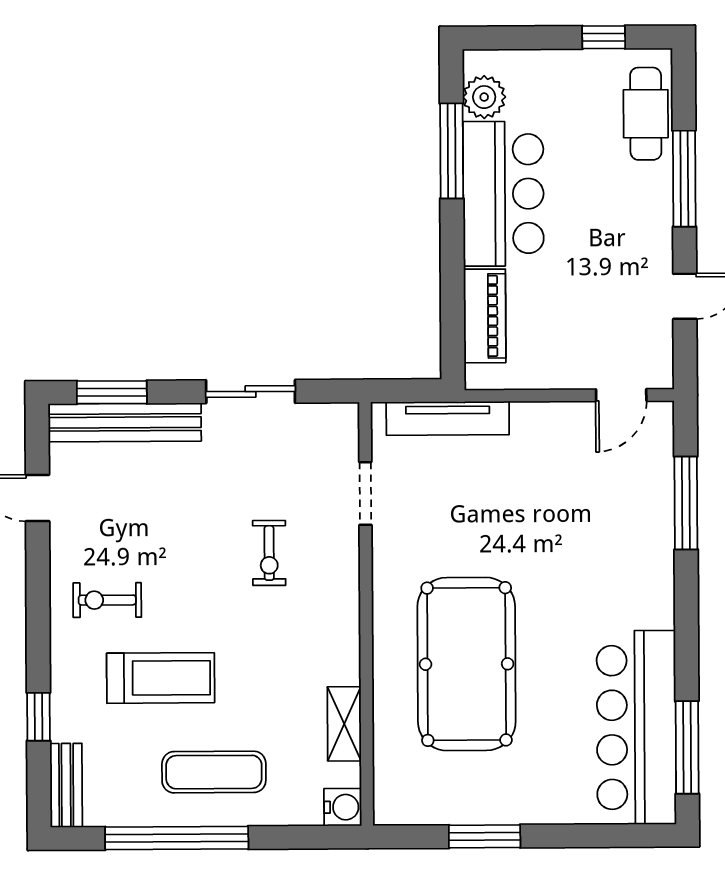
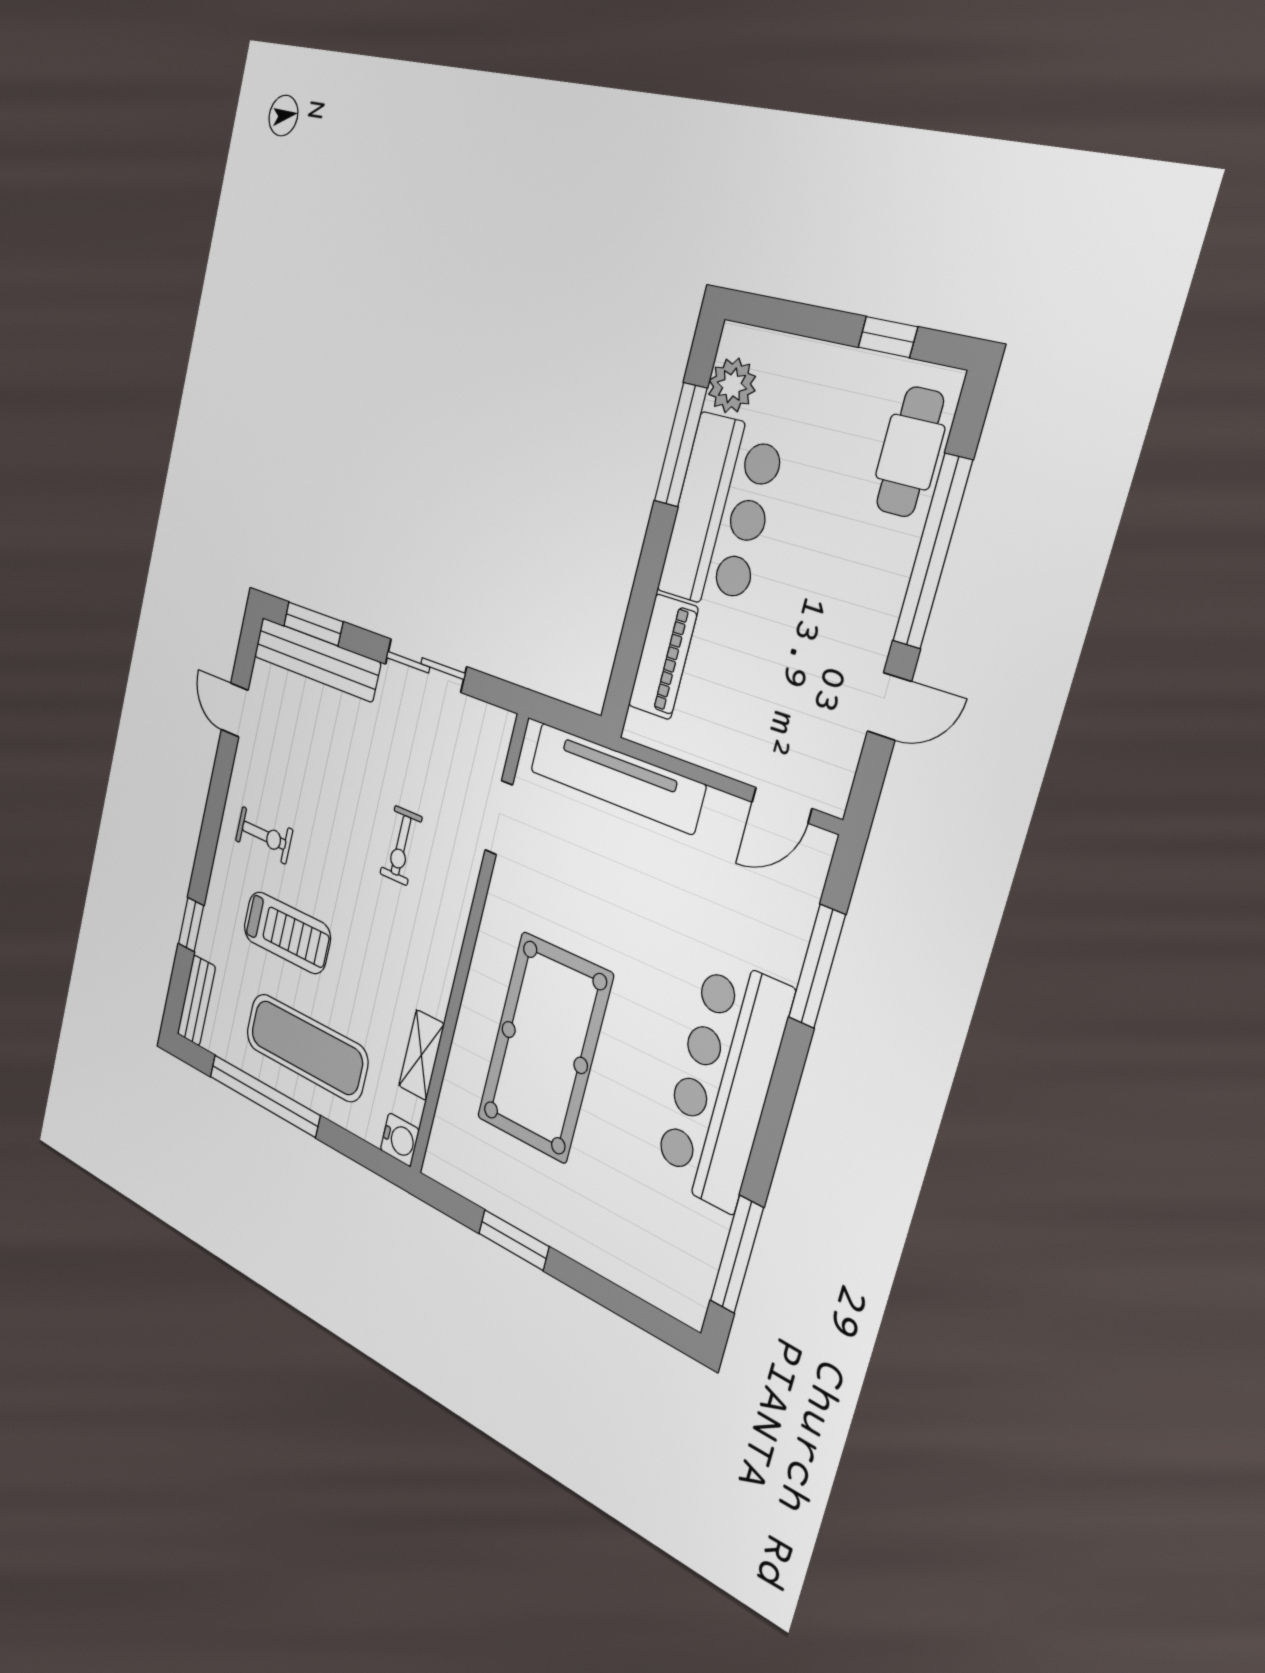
window: (684, 179) -> (932, 552), width x1.46
tv unit: (448, 418) -> (616, 778), width x1.36, depth x1.29
exercise bike: (107, 600) -> (264, 835), turned 180
bar counter: (636, 727) -> (723, 1084), moved
exercise mat: (214, 772) -> (306, 1047), width x1.36, depth x1.45

